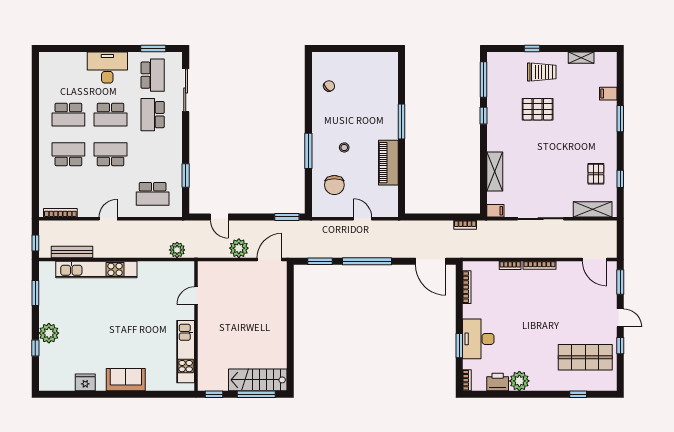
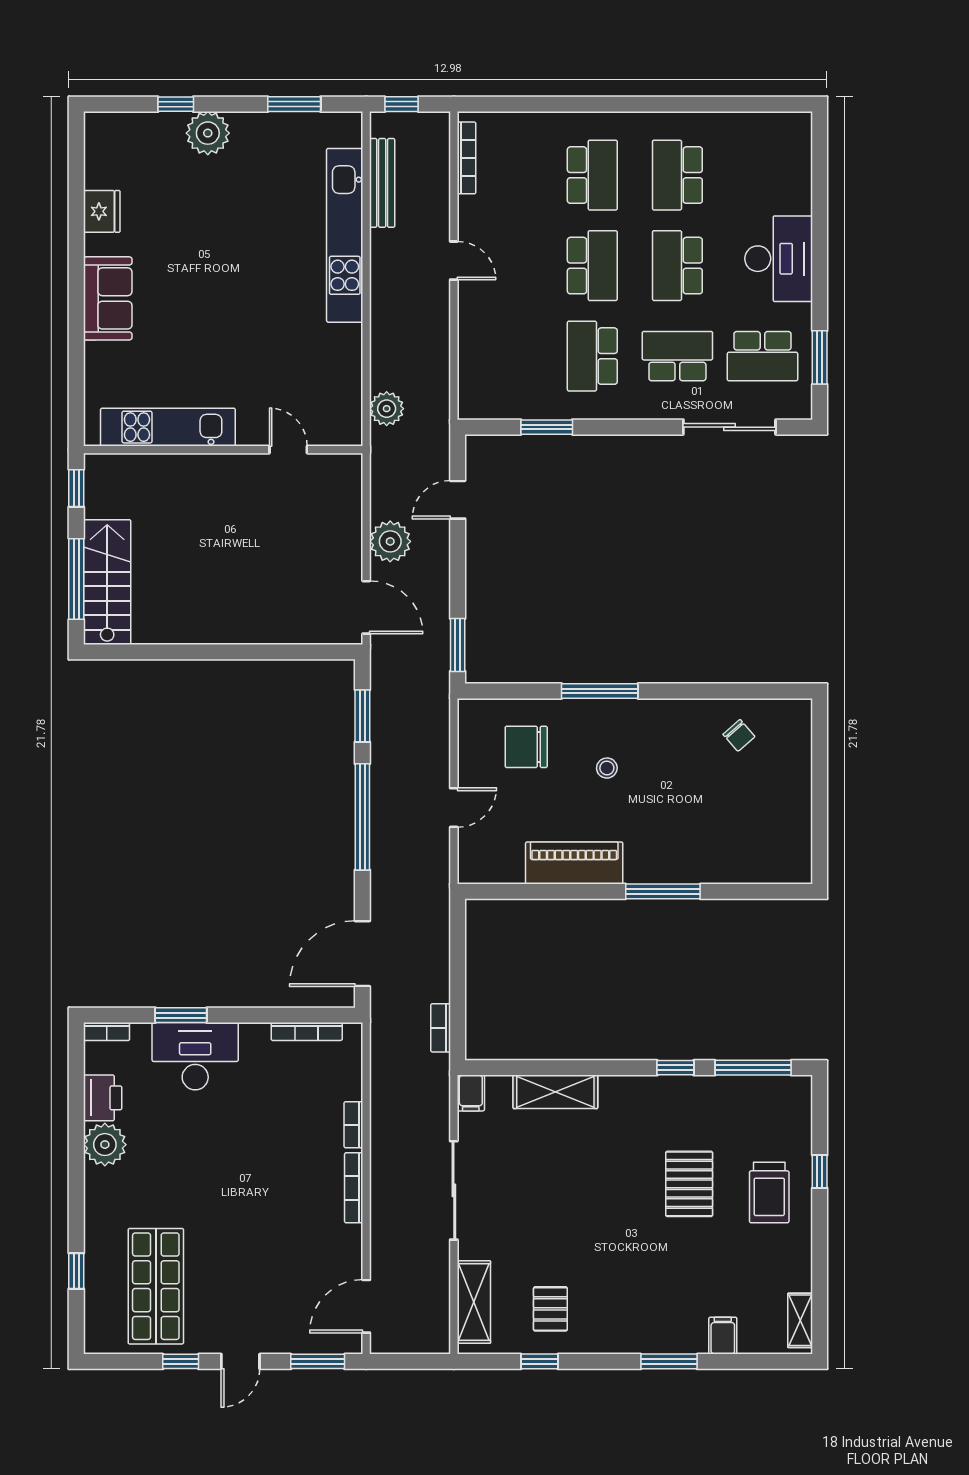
shelving: (581, 58) -> (800, 1320), moved
pallet: (596, 174) -> (550, 1309), turned 90
school desk: (153, 194) -> (592, 356), moved

